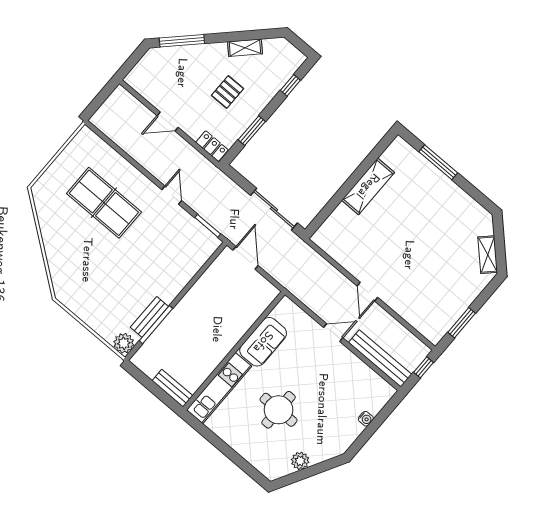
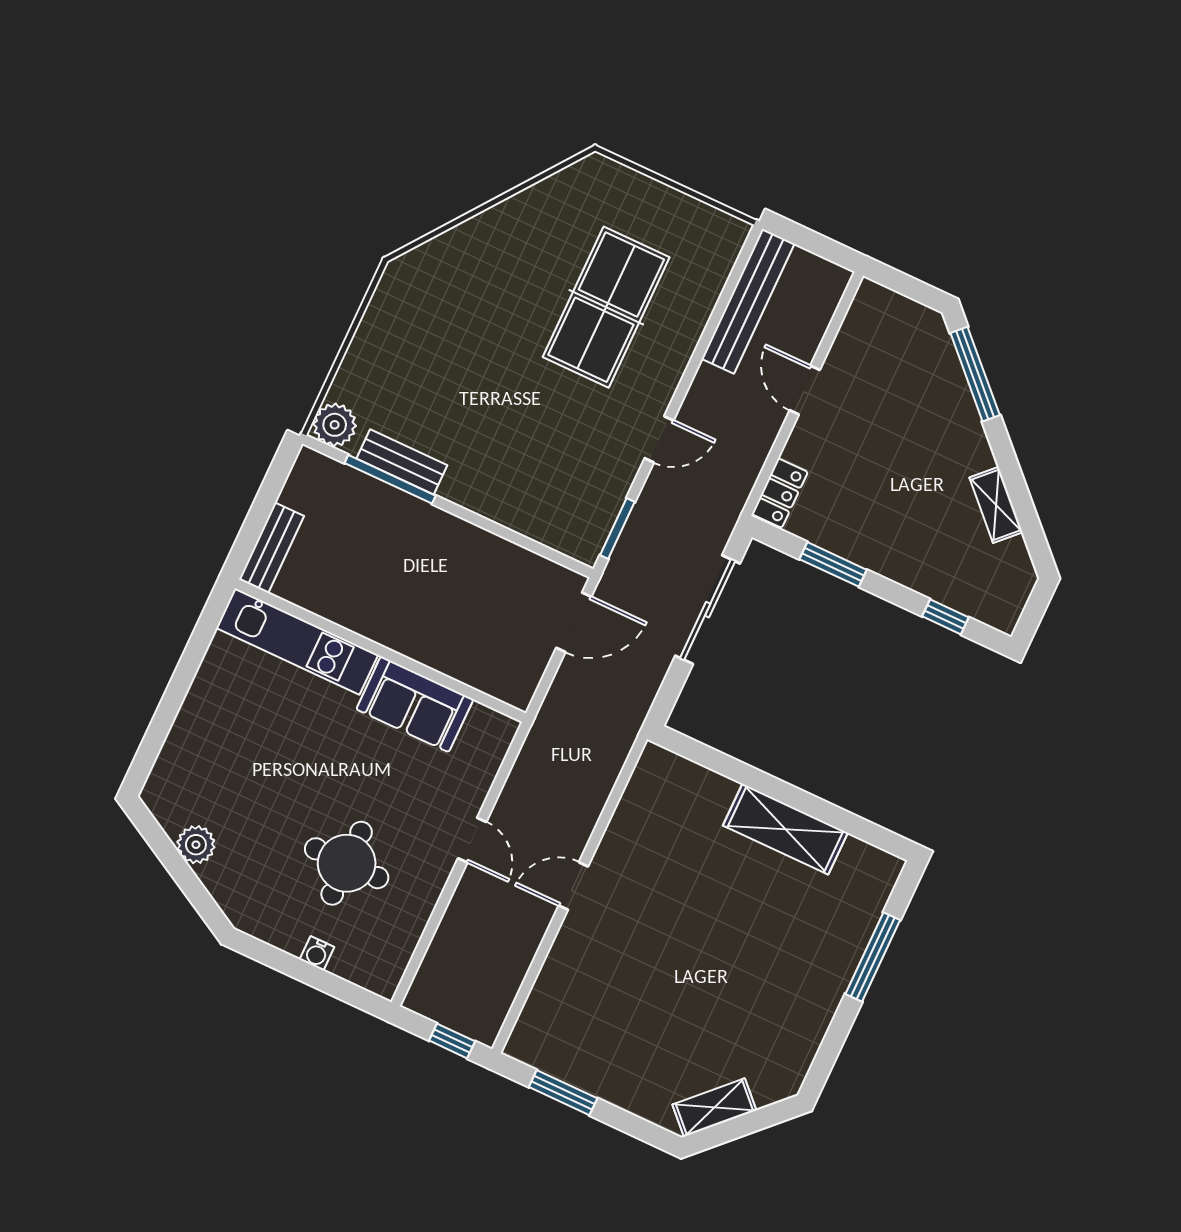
pallet: (228, 92) -> (897, 494), removed
sliding door: (274, 209) -> (708, 610), moved
bench: (380, 358) -> (748, 301), moved
round table: (279, 410) -> (347, 863), moved

